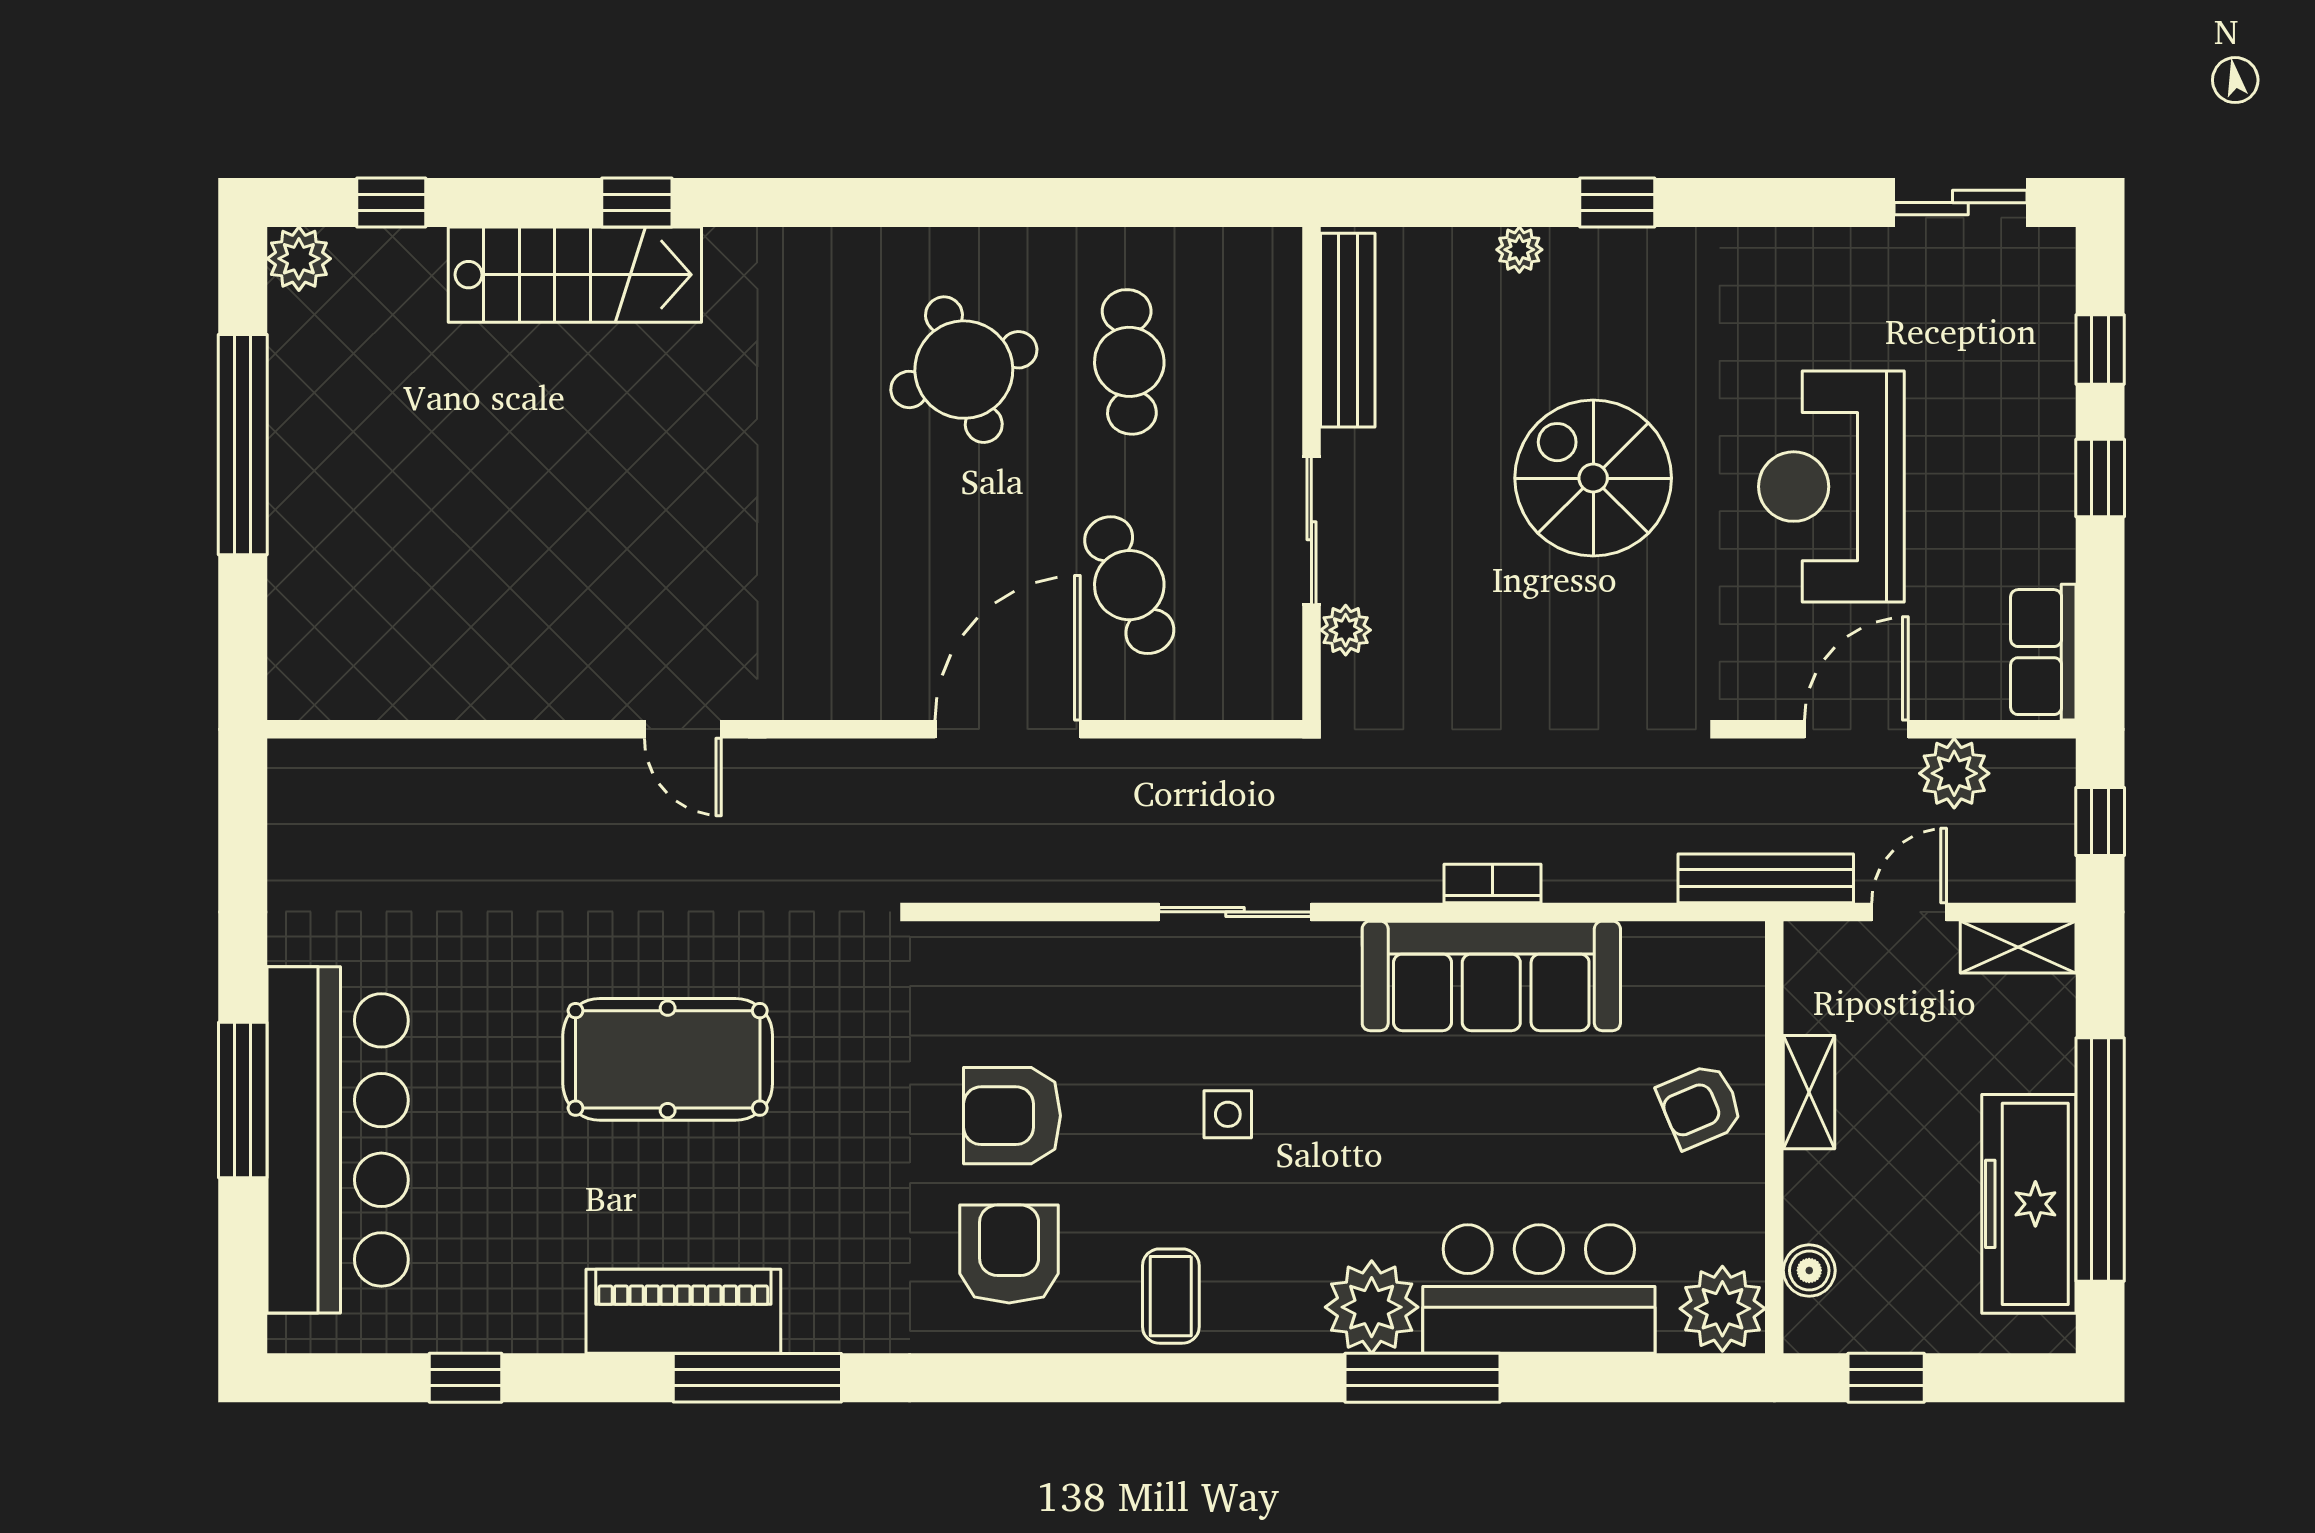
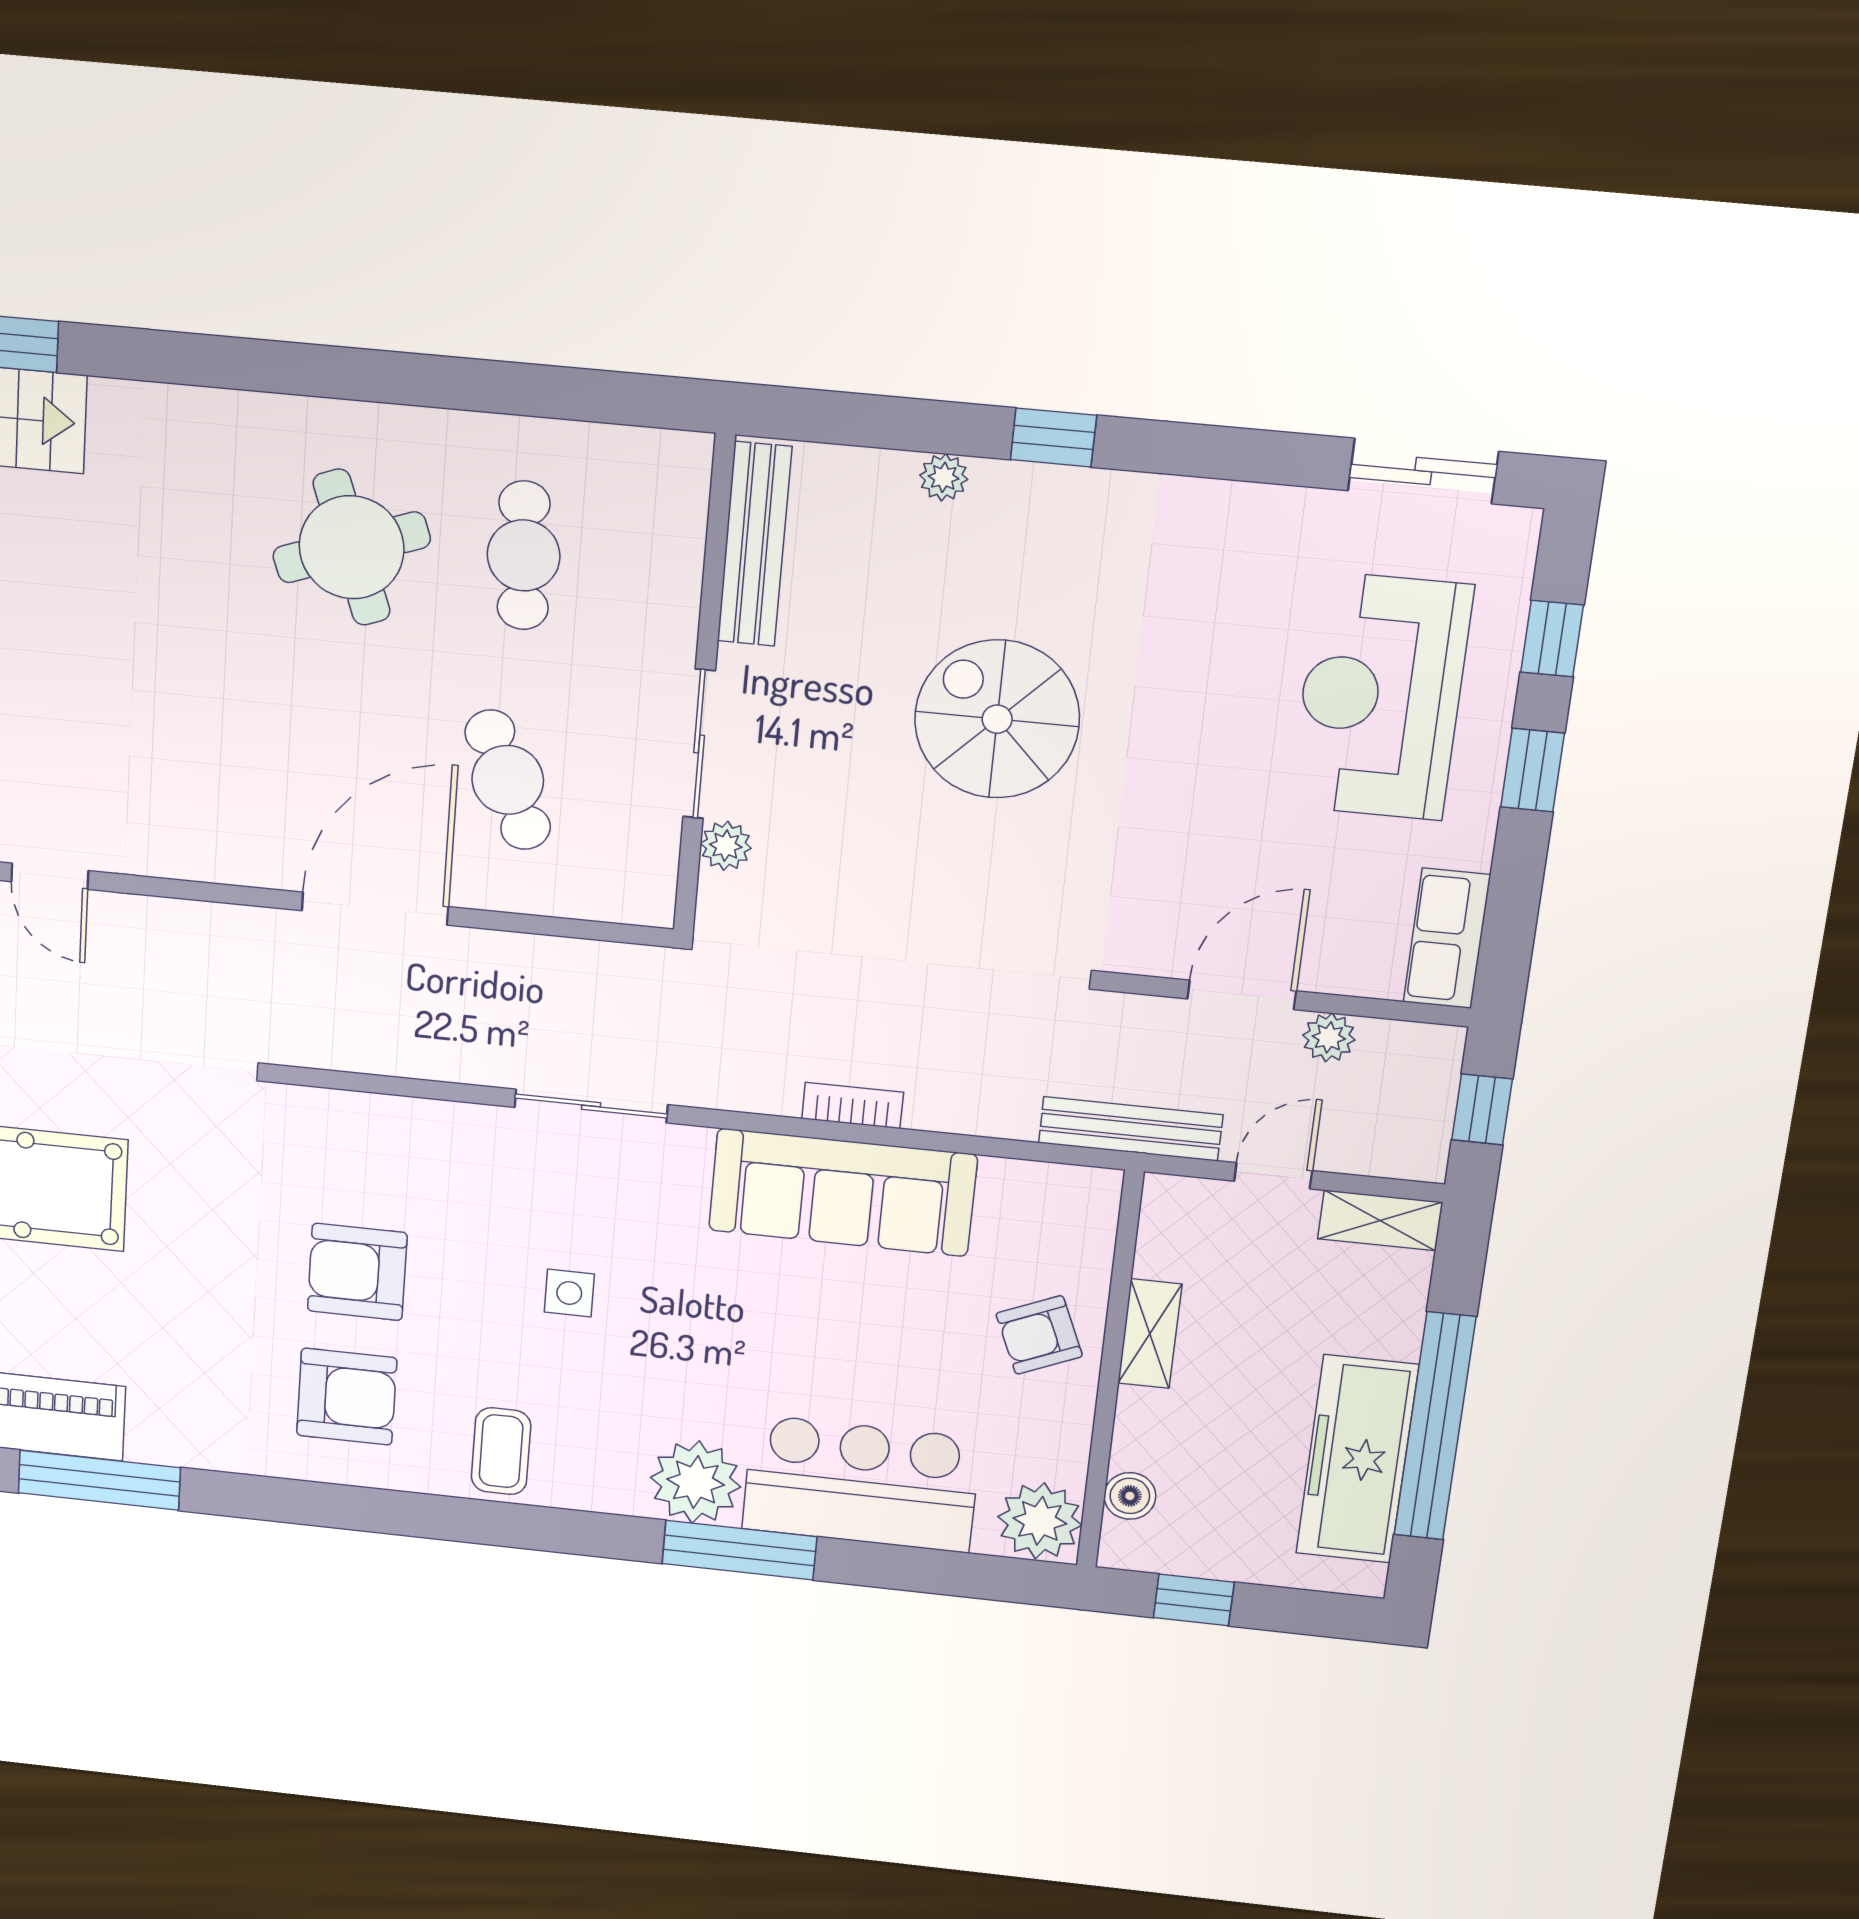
reception desk: (1831, 487) -> (1381, 696), moved
plant: (1954, 773) -> (1329, 1037), width x0.73, depth x0.73
armchair: (1009, 1254) -> (347, 1397), turned 90

